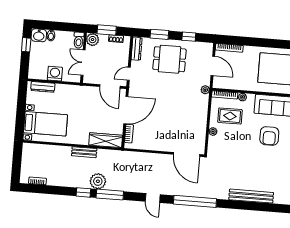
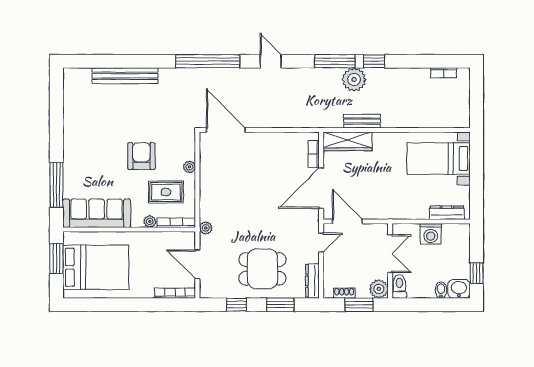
armchair: (269, 136) -> (141, 156), moved
bench: (84, 152) -> (362, 121), moved

